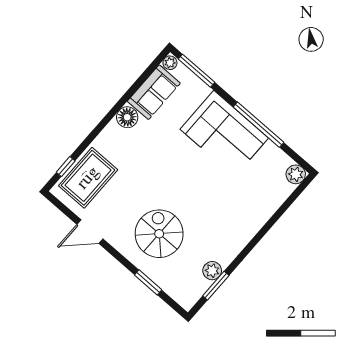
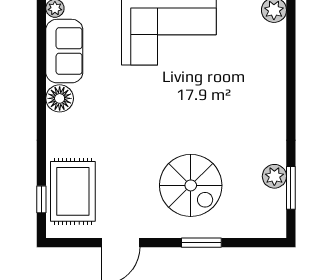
spiral stairs: (159, 234) -> (191, 185), turned 180
window: (148, 282) -> (201, 243), moved

